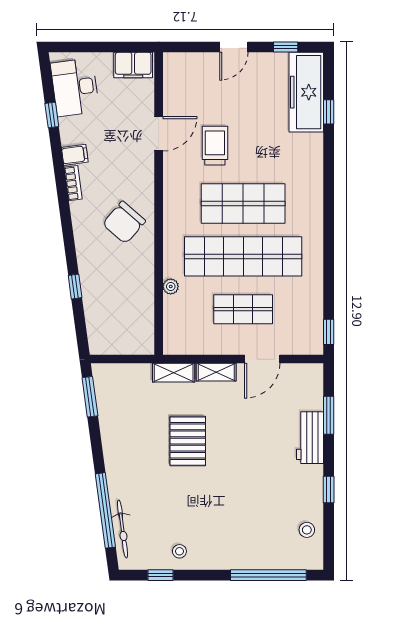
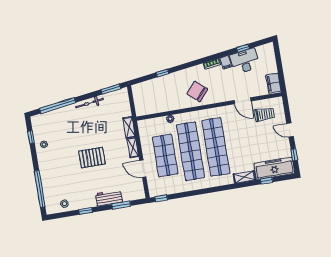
desk: (75, 87) -> (245, 61), moved
trolley: (215, 146) -> (264, 114), moved
shelving: (314, 156) -> (244, 177), added
shop shelf: (243, 204) -> (216, 147), width x1.40
shop shelf: (243, 309) -> (165, 155), width x1.43, depth x1.36
pallet: (188, 441) -> (92, 158), moved
bicycle: (123, 529) -> (89, 103), moved

